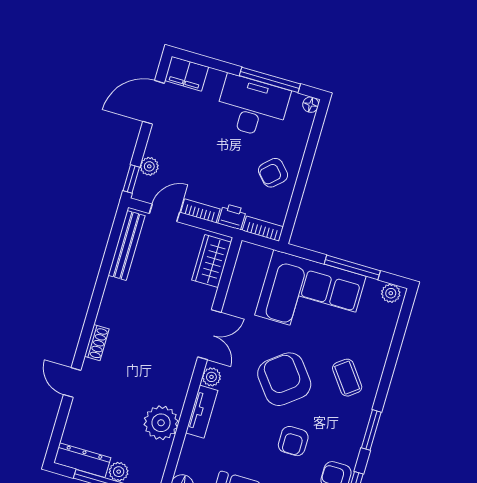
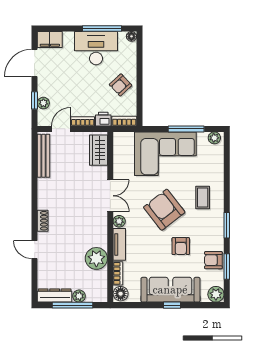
window: (131, 179) -> (35, 100), moved
coffee table: (347, 378) -> (203, 198), turned 37
bookcase: (187, 454) -> (118, 273), added

